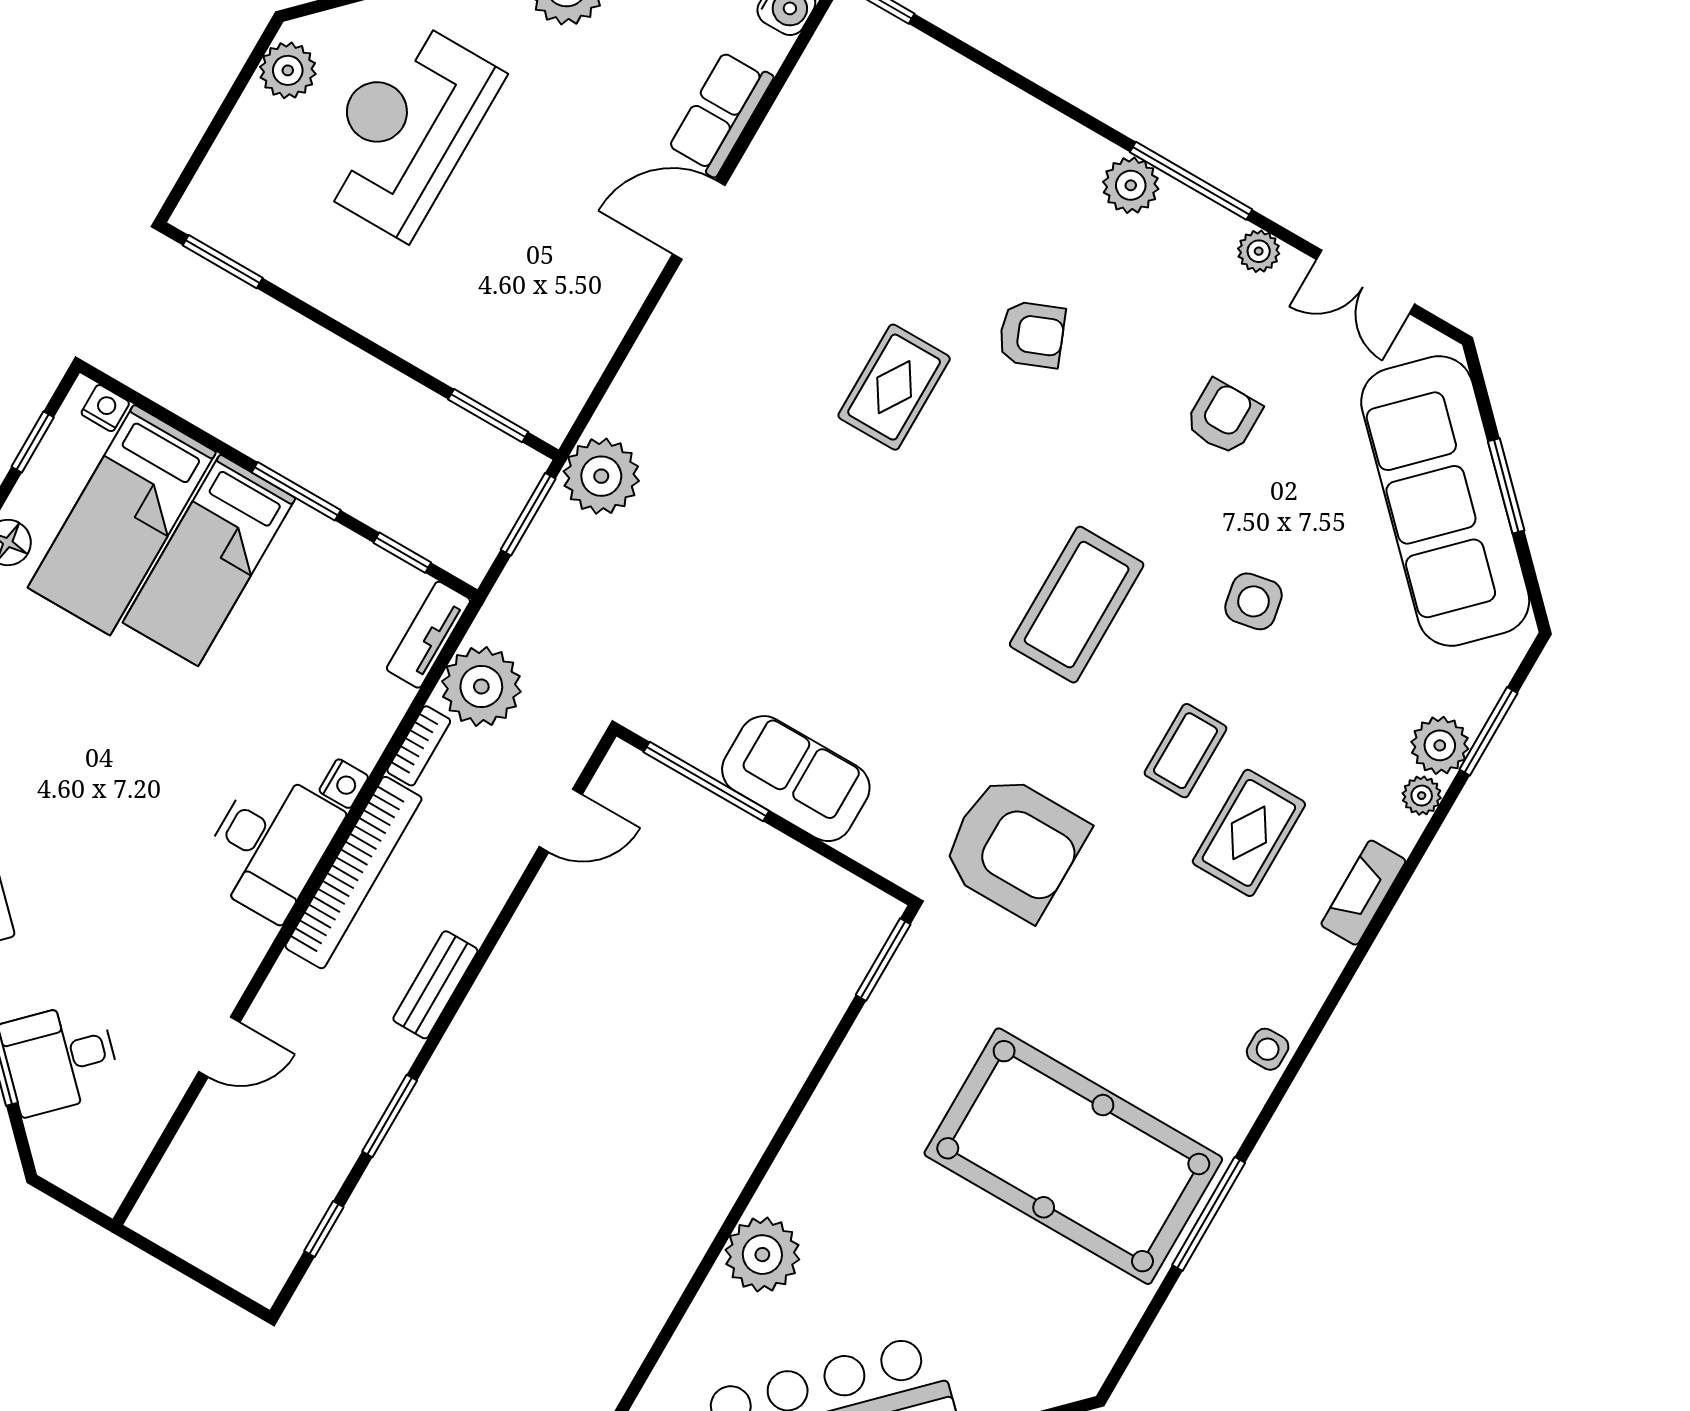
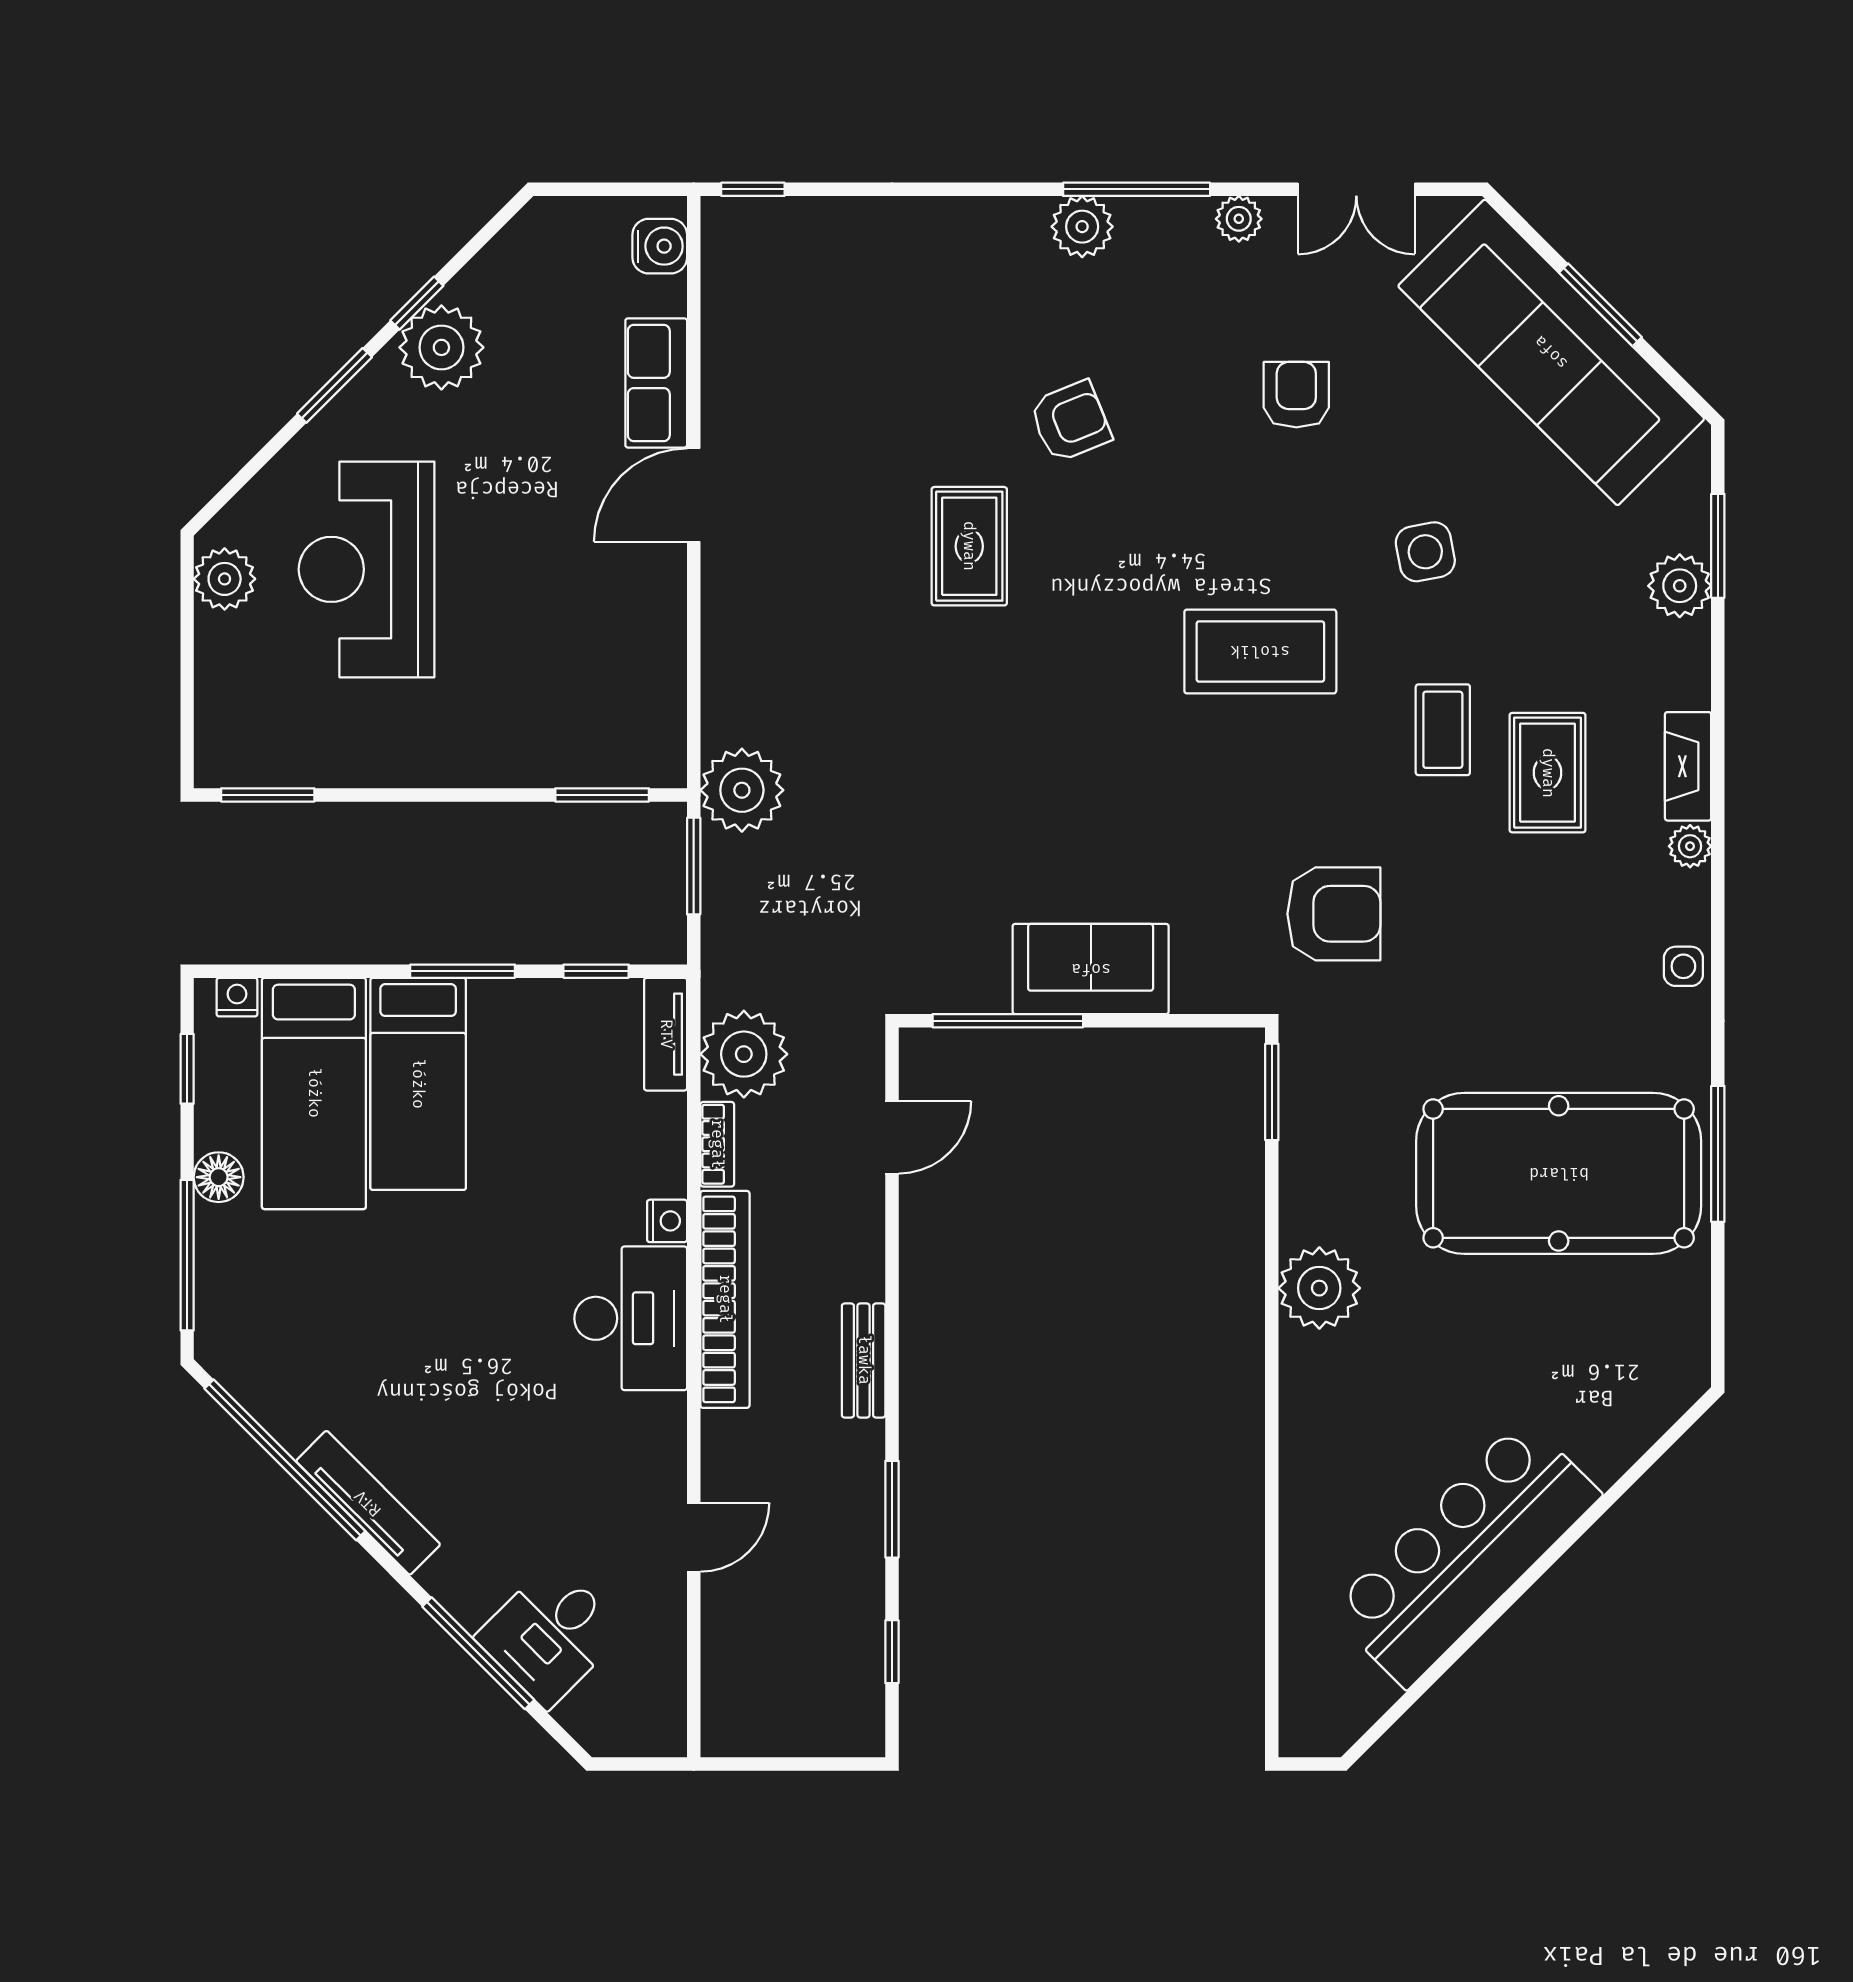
coffee table: (1077, 605) -> (1260, 651), turned 90
plant: (1422, 796) -> (1690, 846), moved
armchair: (1014, 847) -> (1334, 914), width x0.73, depth x0.73
plant: (762, 1255) -> (1319, 1288), moved

